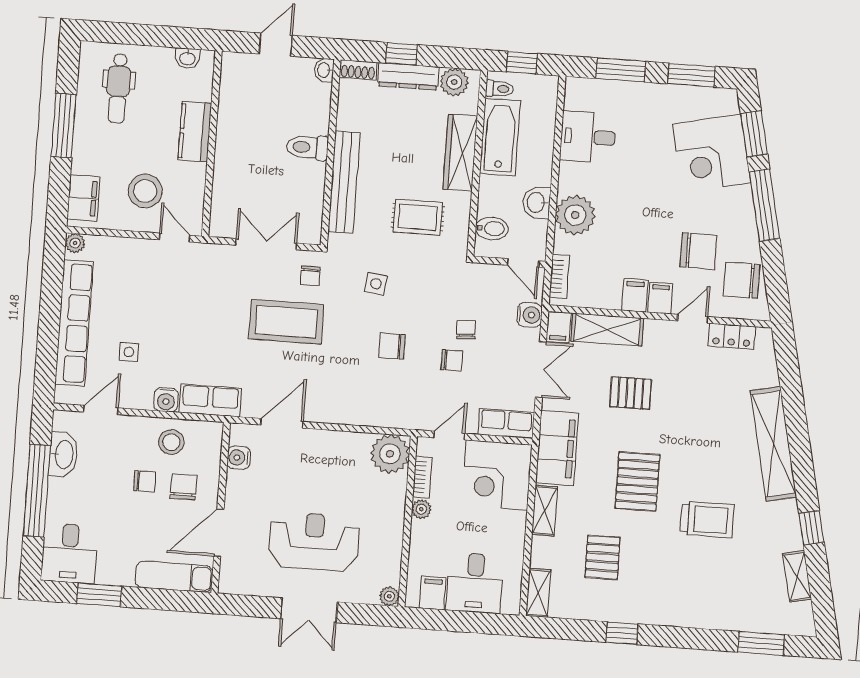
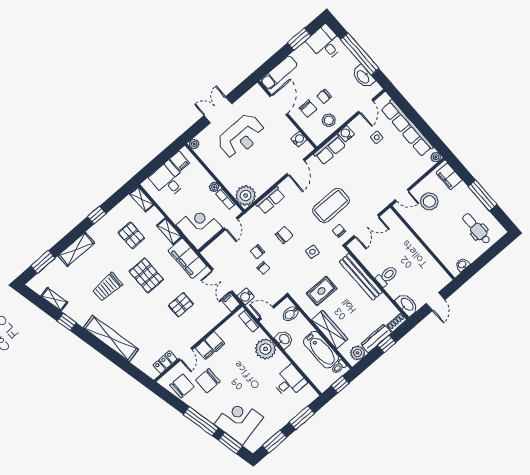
washbasin: (324, 70) -> (407, 305), width x1.91, depth x1.45
kitchen counter: (195, 132) -> (433, 241), removed
shelving: (607, 330) -> (76, 249), moved
row of seats: (506, 424) -> (270, 200), moved

